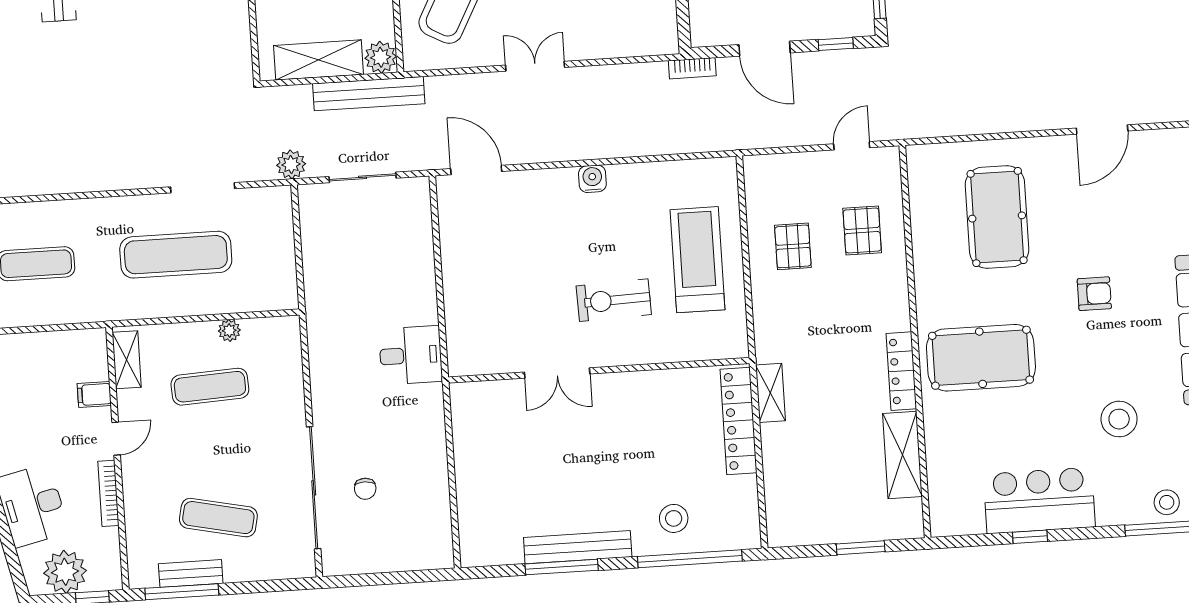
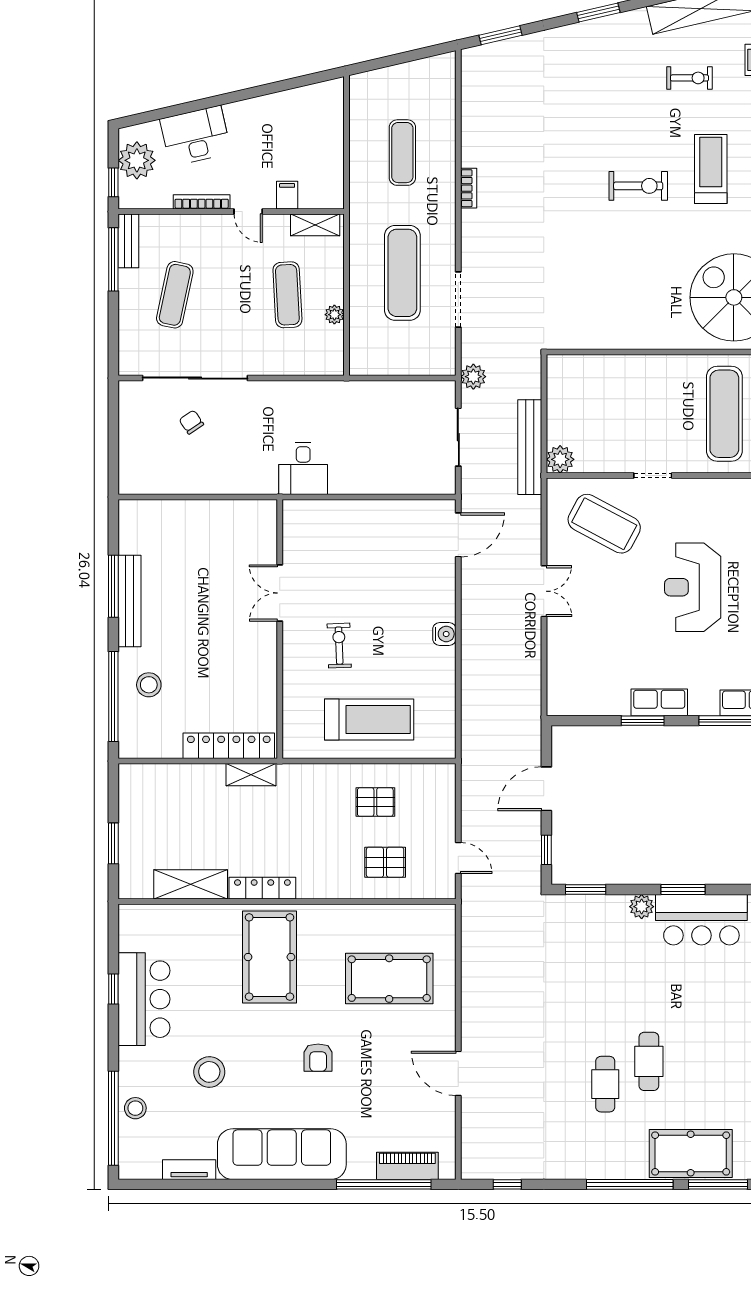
shelving: (319, 60) -> (561, 406), removed
bookcase: (692, 68) -> (469, 188), moved, turned 180
exercise bike: (614, 300) -> (339, 646), width x0.73, depth x0.72
chair: (365, 489) -> (191, 422), turned 56
bench: (191, 573) -> (128, 241), moved

